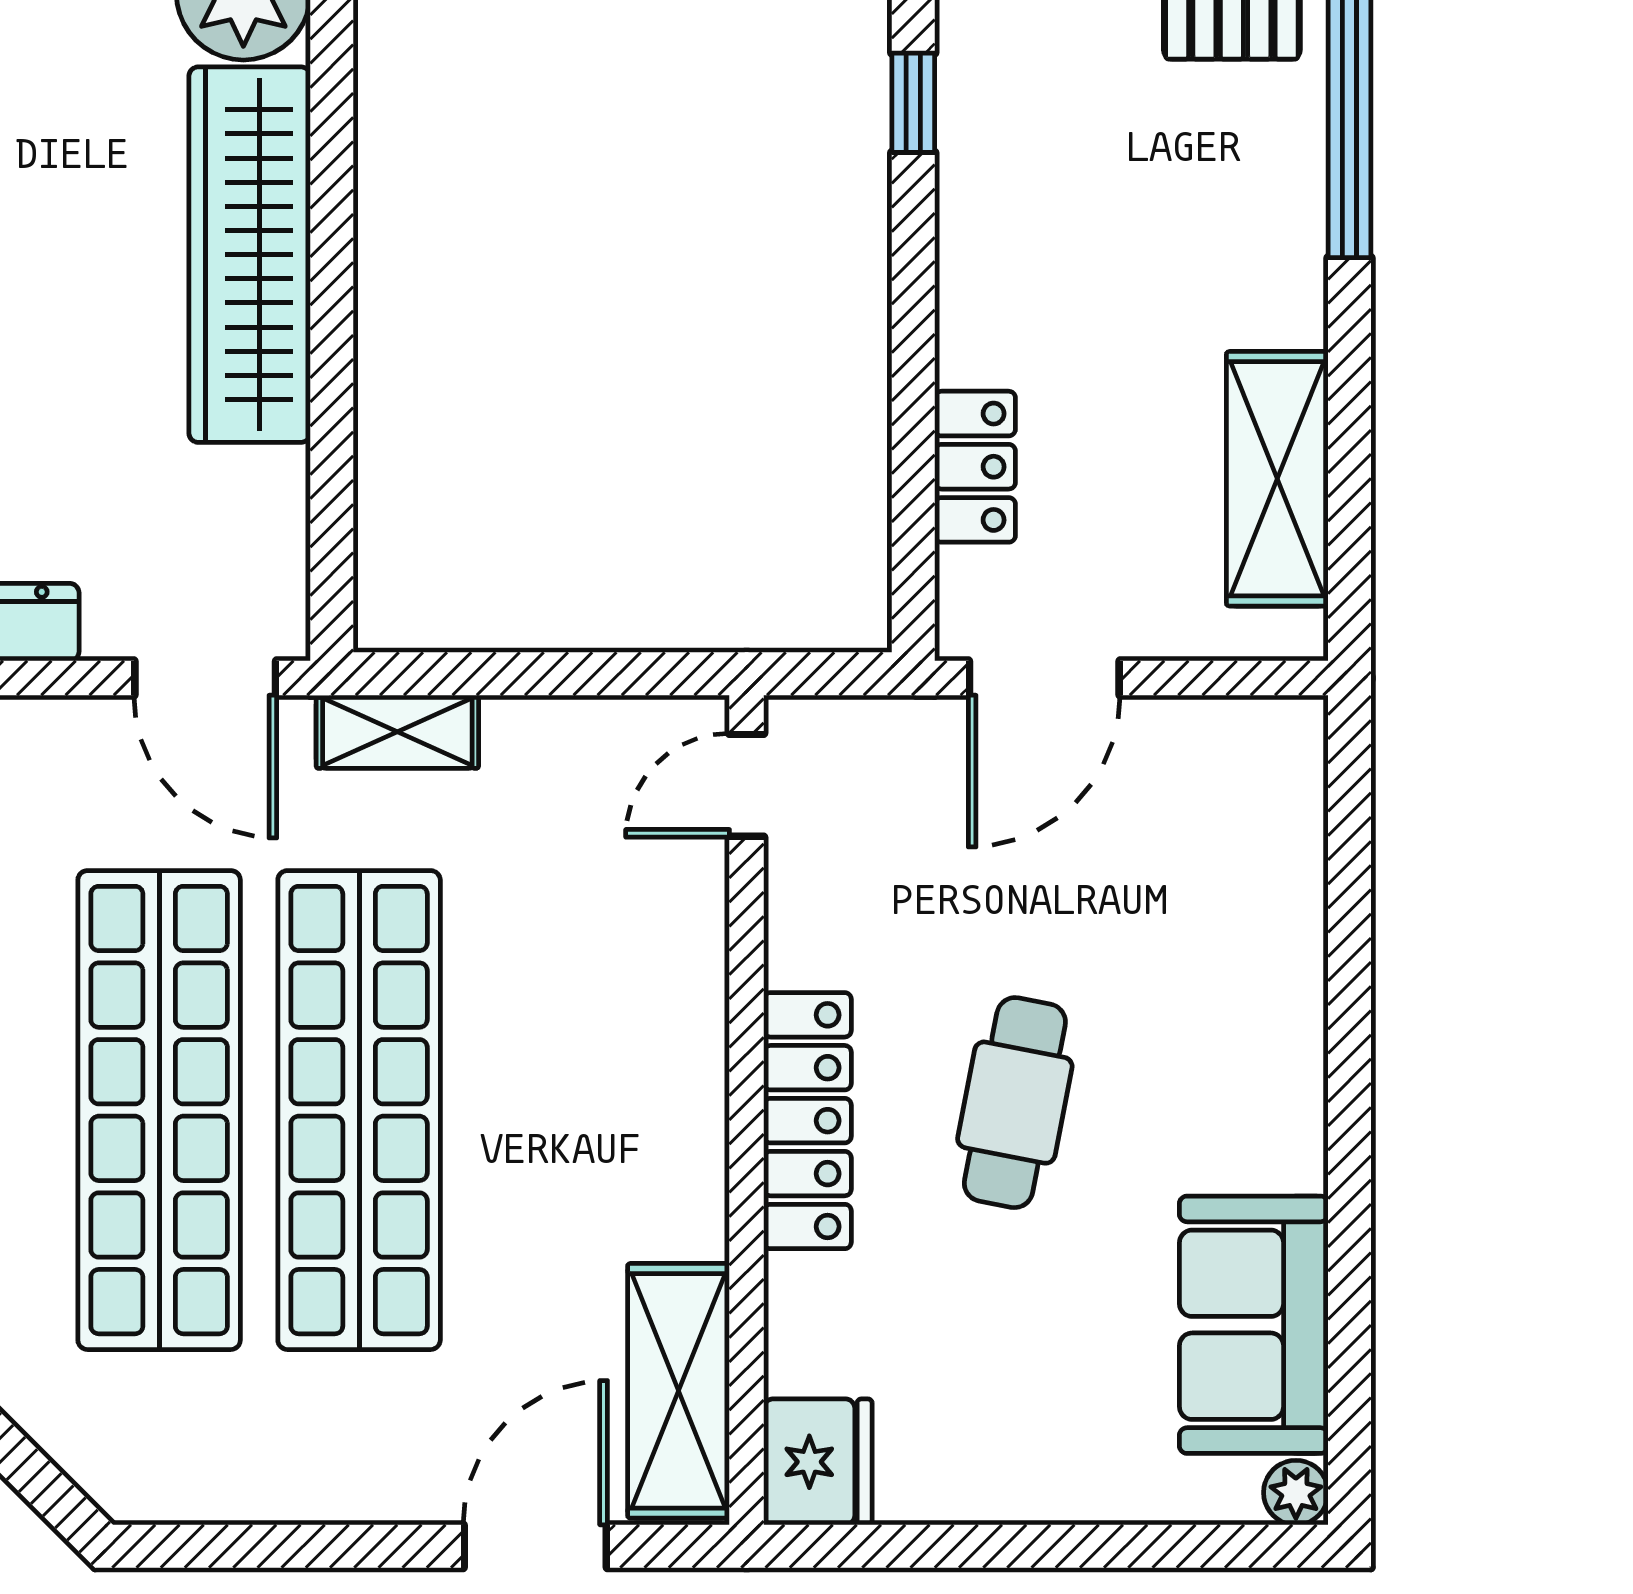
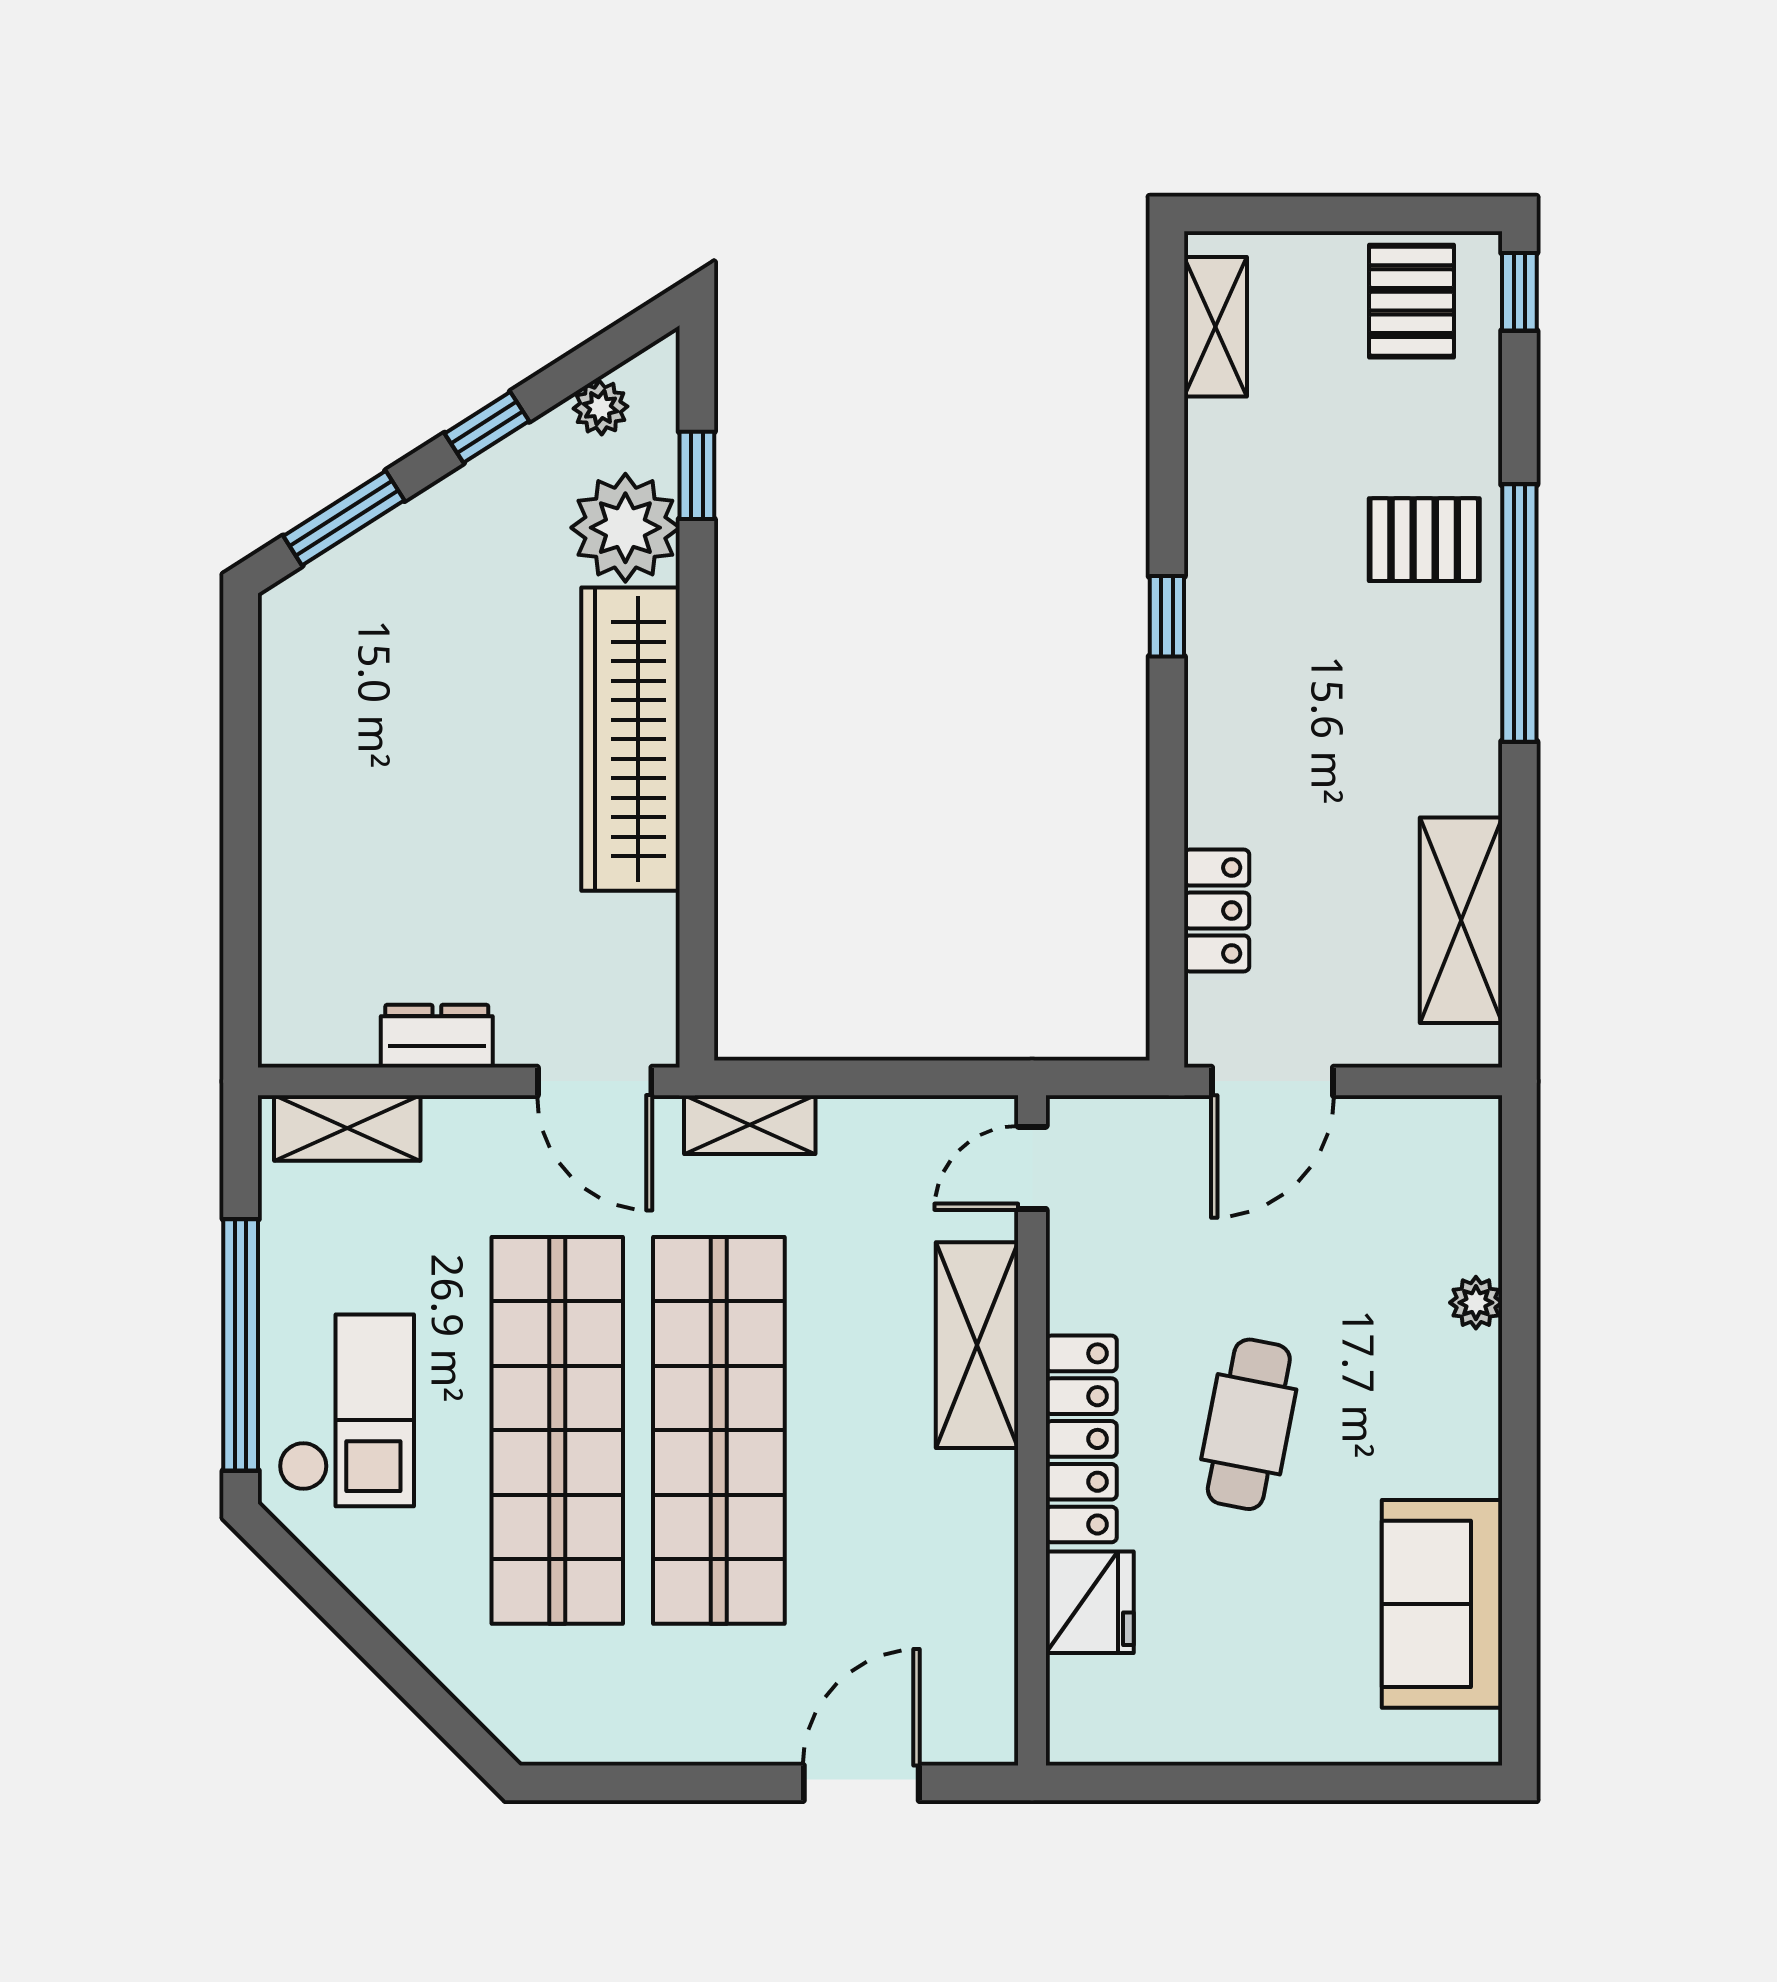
shelving: (679, 1391) -> (977, 1345), moved
fridge: (818, 1462) -> (1090, 1602), moved
plant: (1296, 1493) -> (1476, 1303), moved

